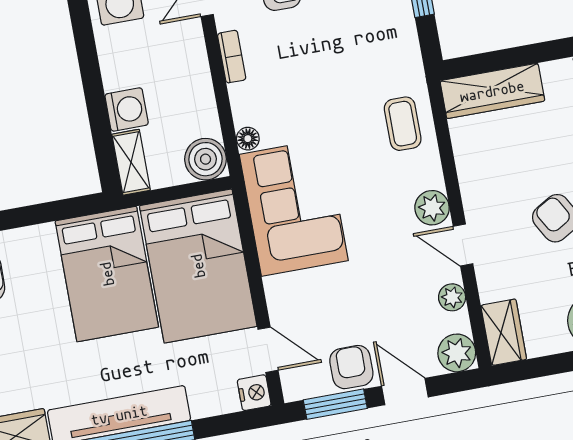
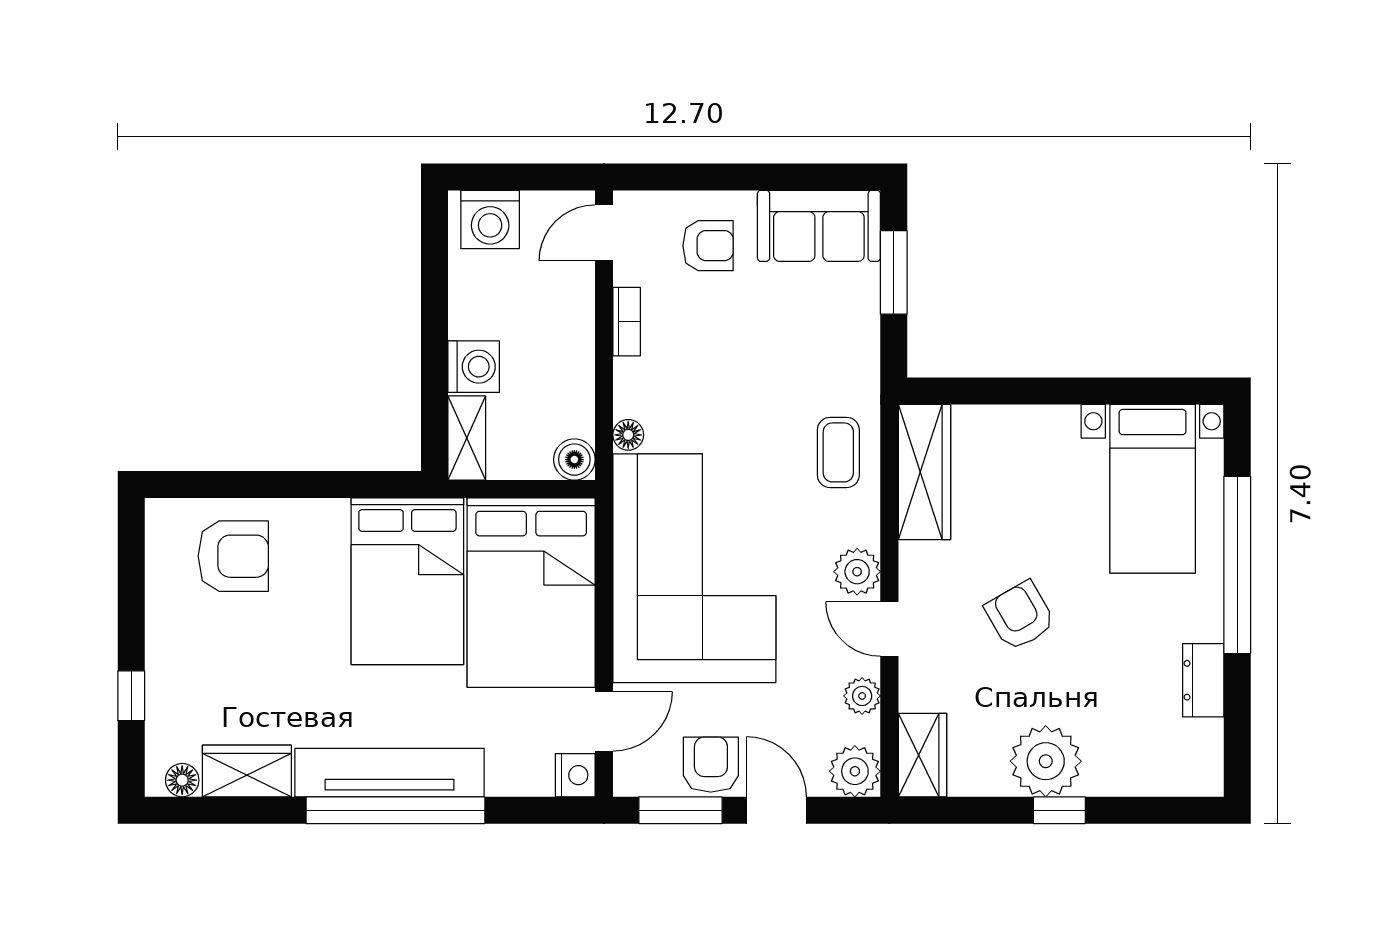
wardrobe: (492, 91) -> (924, 472), moved, turned -90
boiler: (206, 159) -> (574, 460), width x0.73, depth x0.73
corner sofa: (294, 207) -> (694, 568), width x1.36, depth x1.36
door: (268, 350) -> (604, 721), hinge flipped

